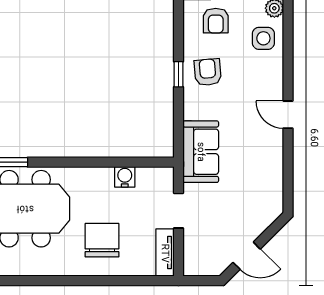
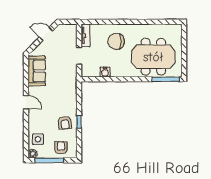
sofa: (201, 152) -> (37, 71), moved, turned 180
chair: (102, 240) -> (116, 41), turned 90

